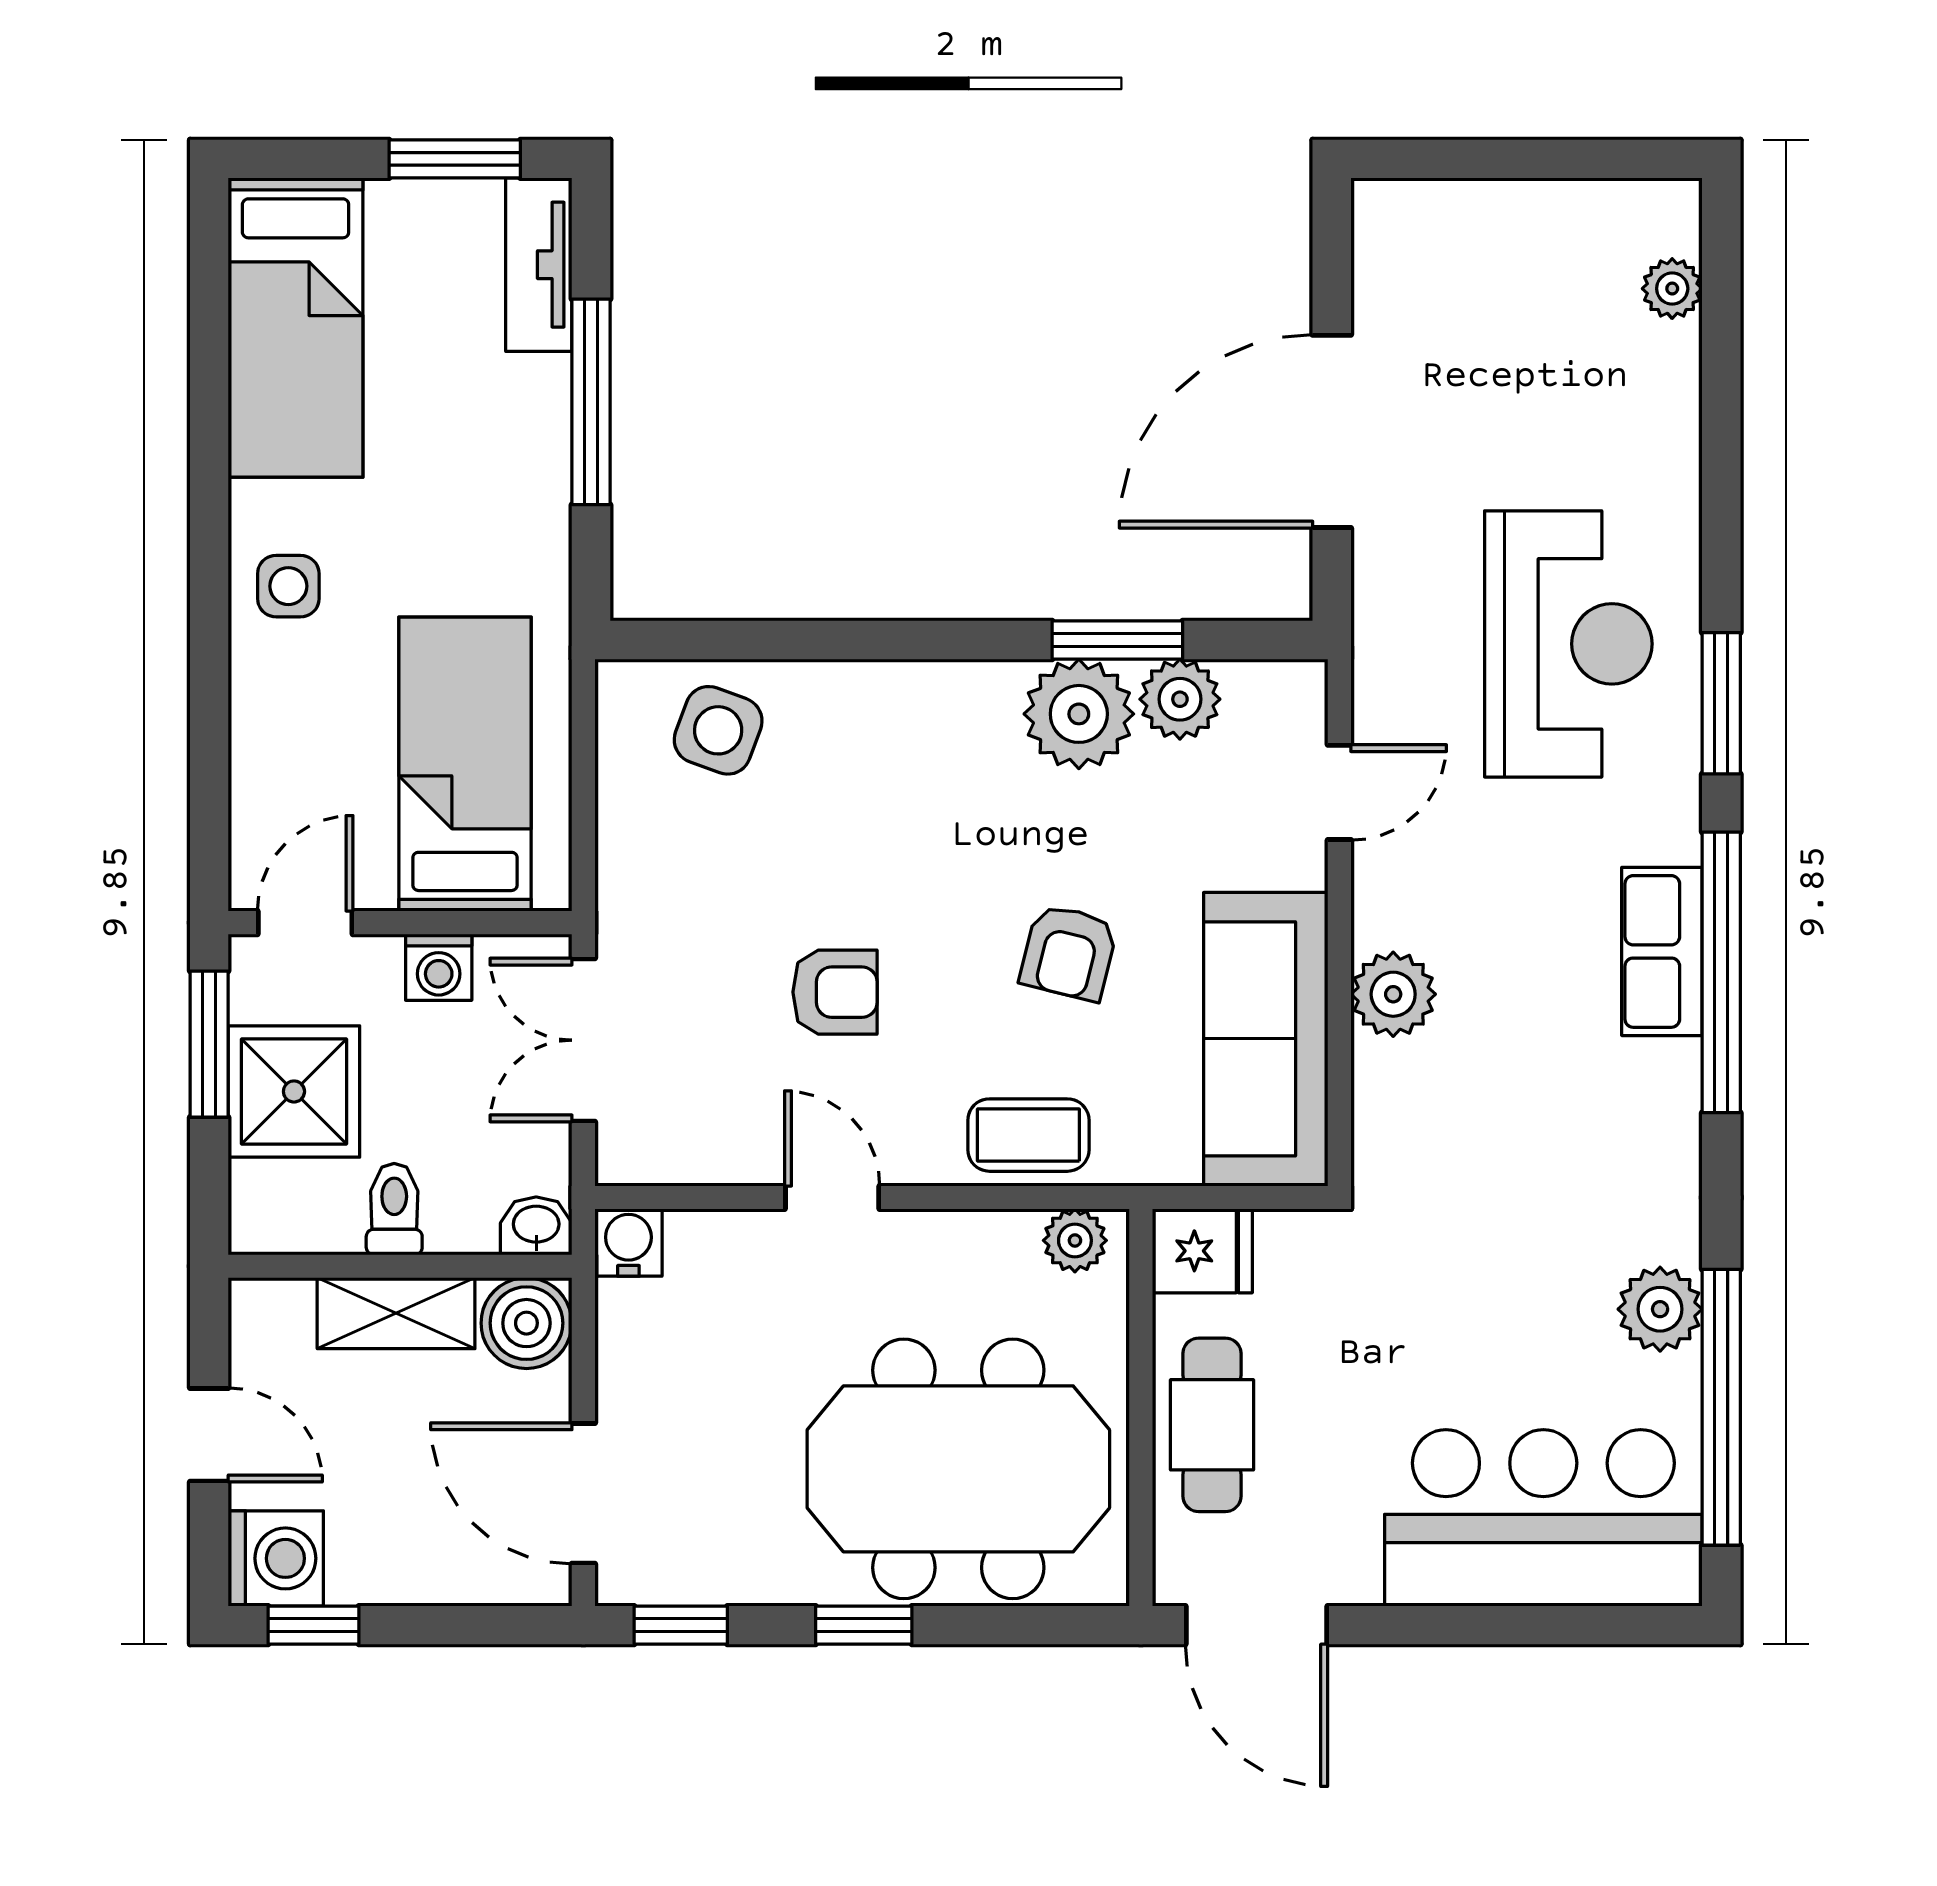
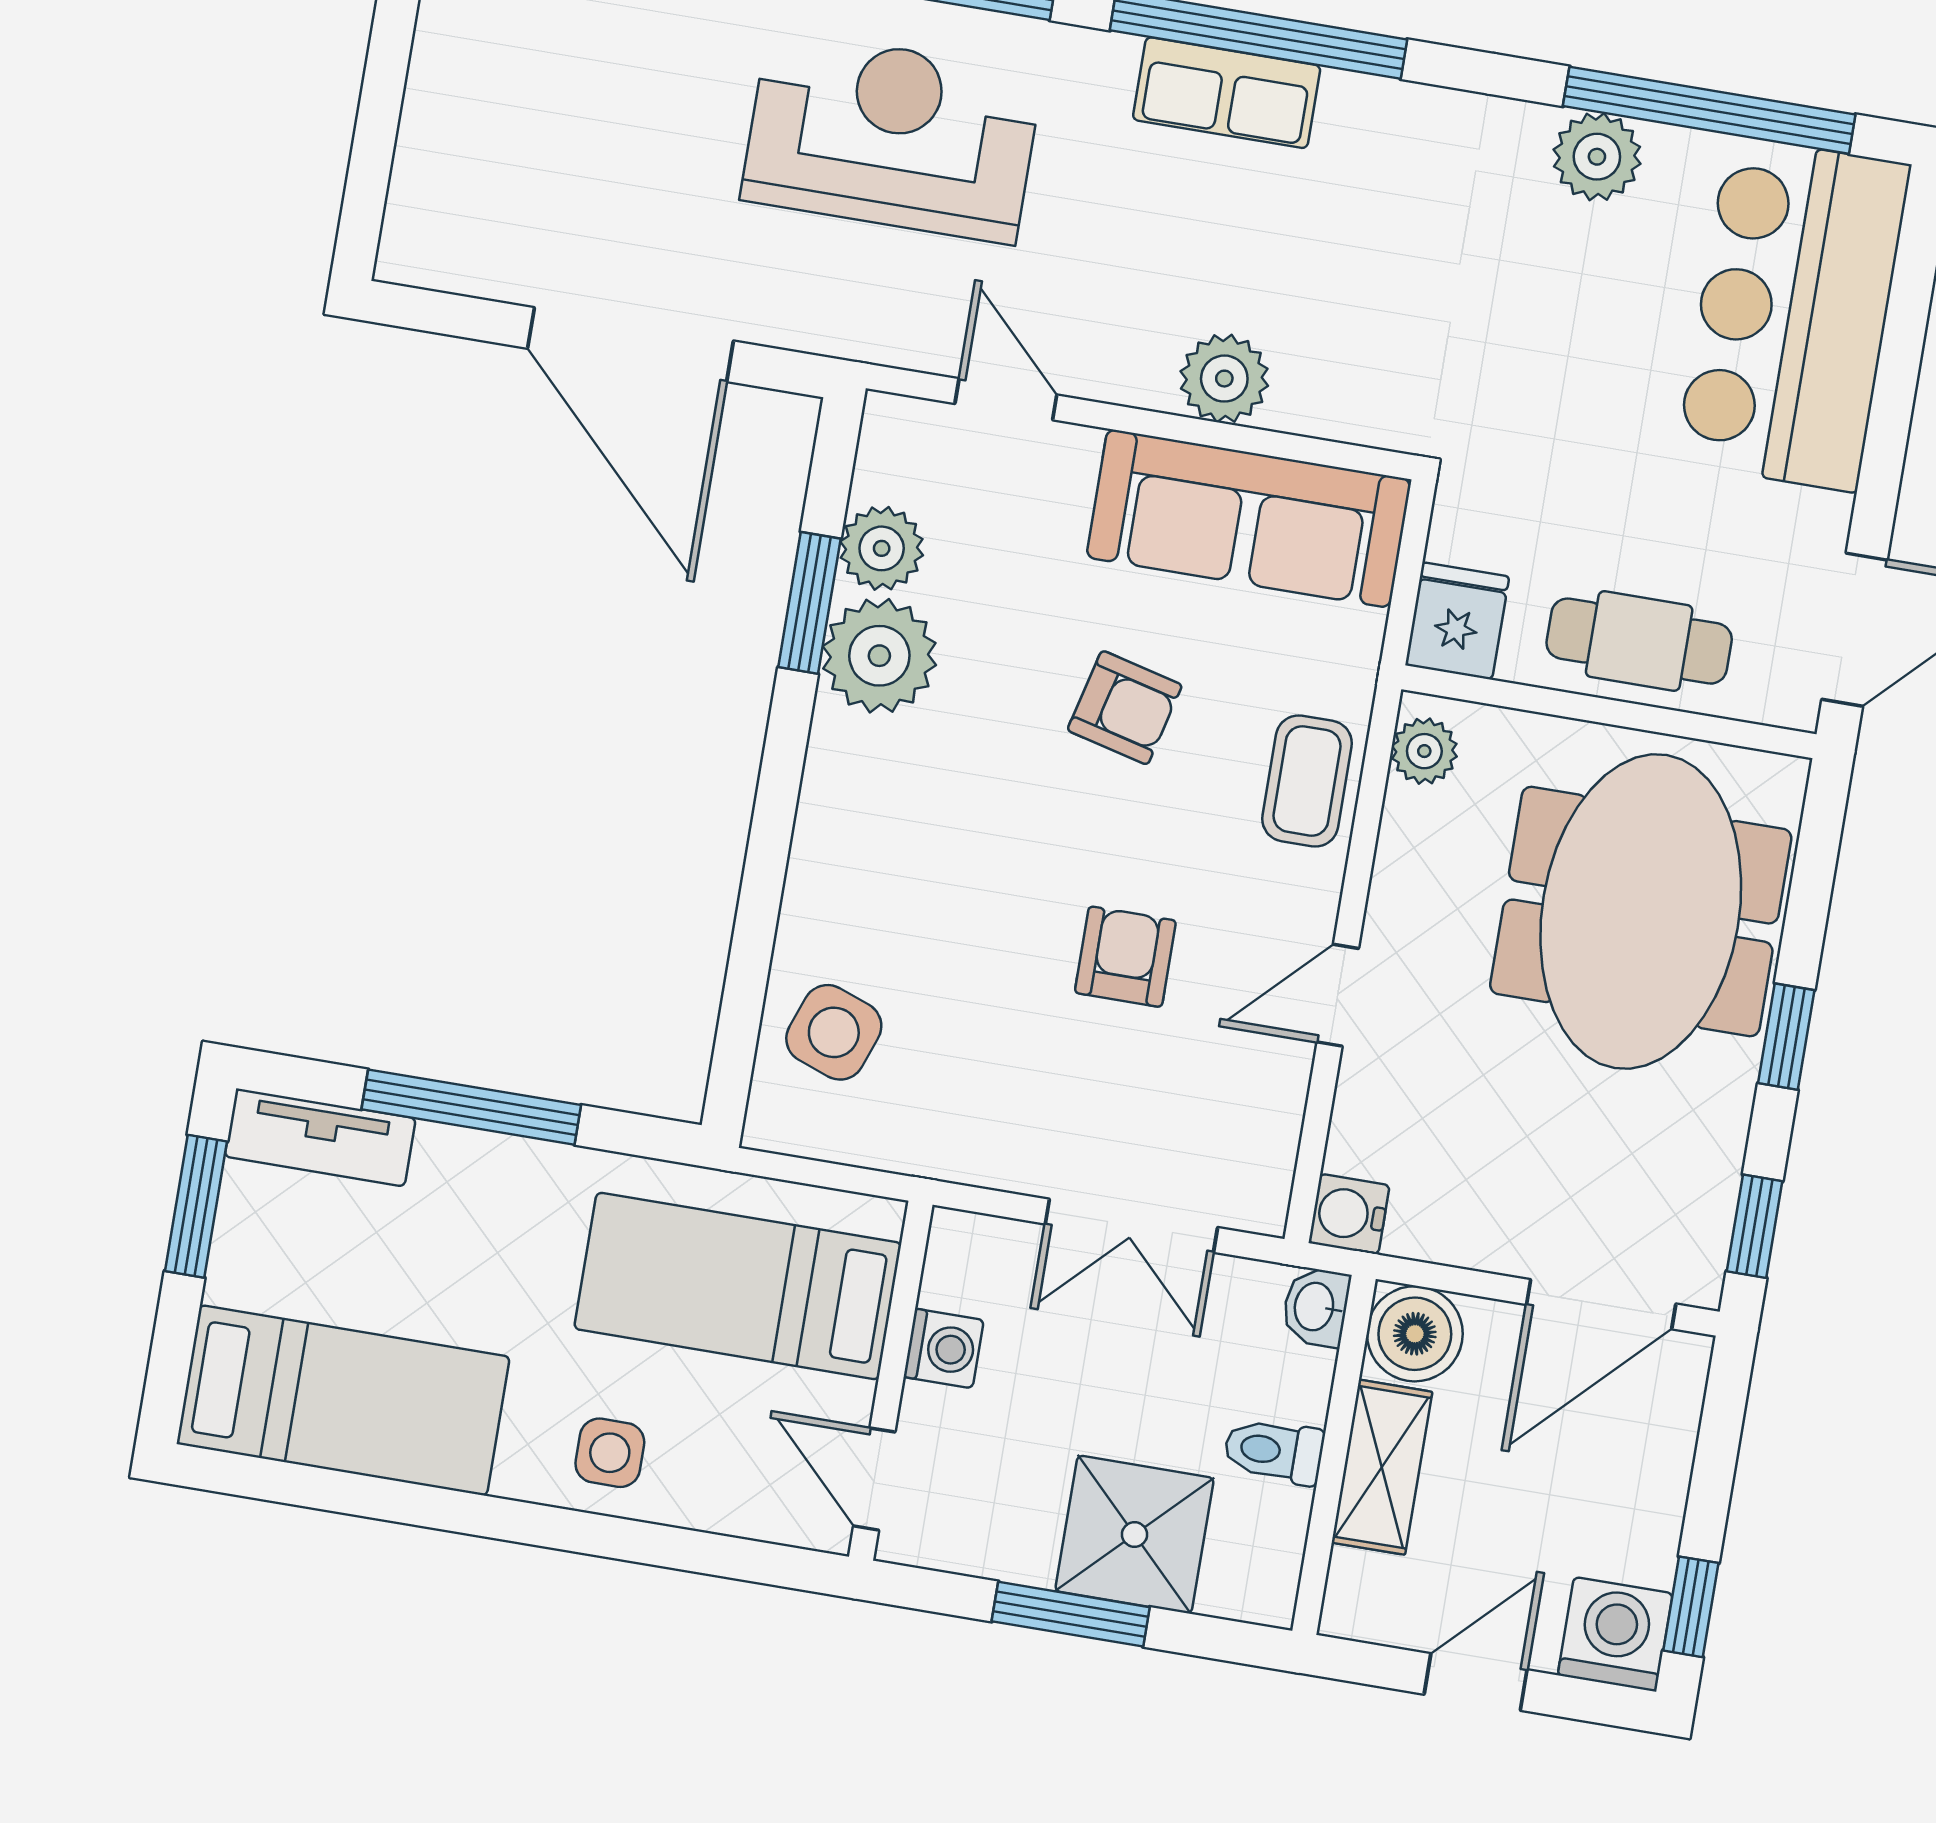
bed: (465, 764) -> (738, 1286), moved
door: (305, 923) -> (874, 1479), moved
wall: (400, 923) -> (891, 1381), moved
washing machine: (439, 967) -> (944, 1348), moved

